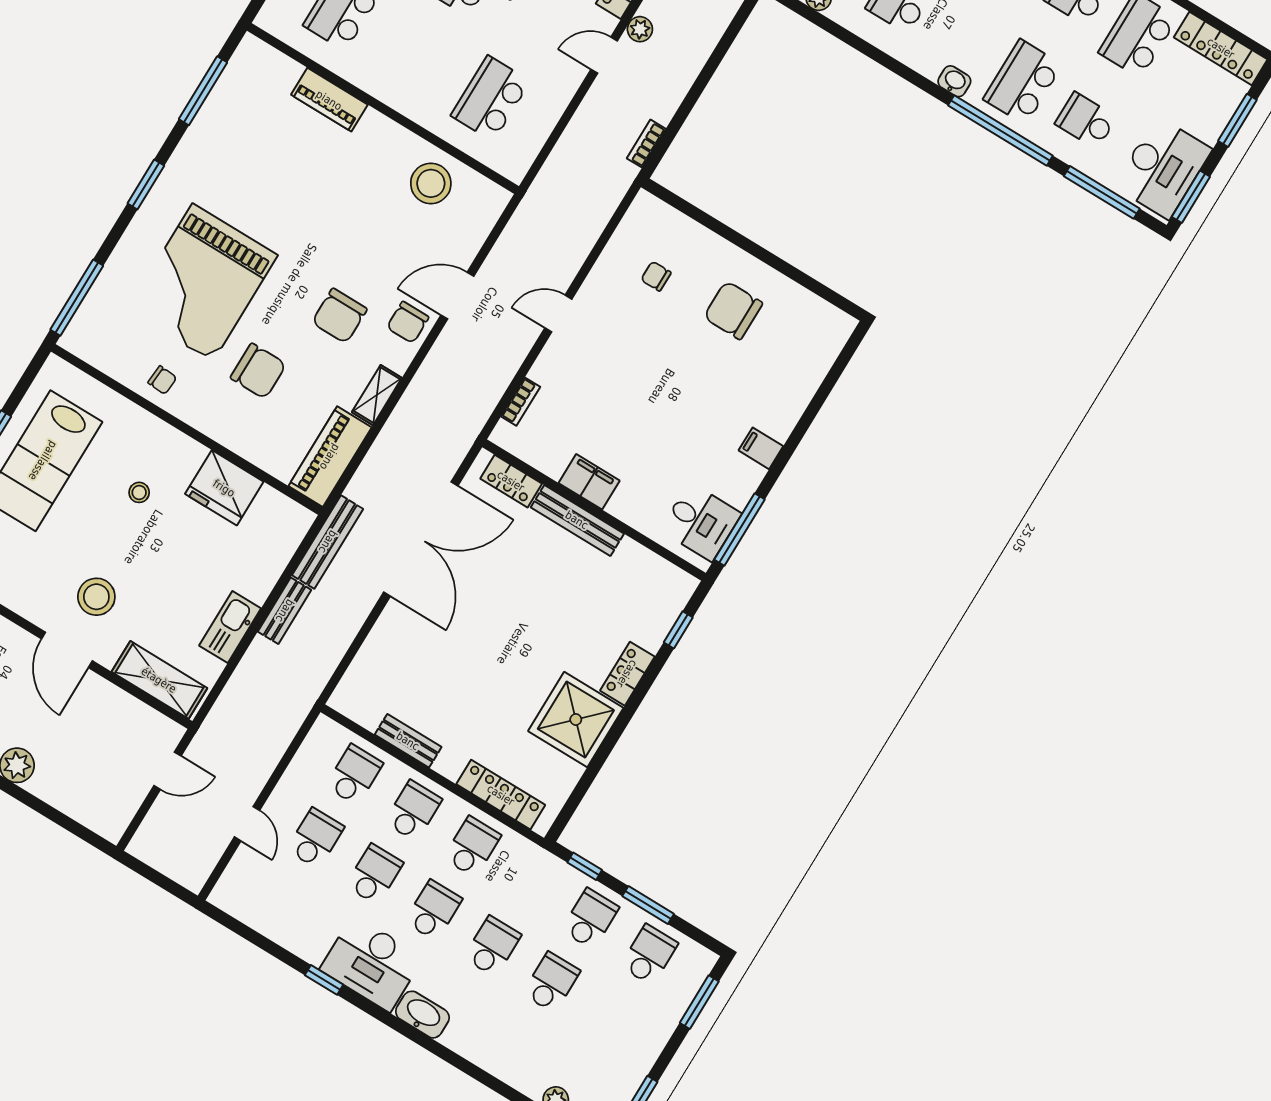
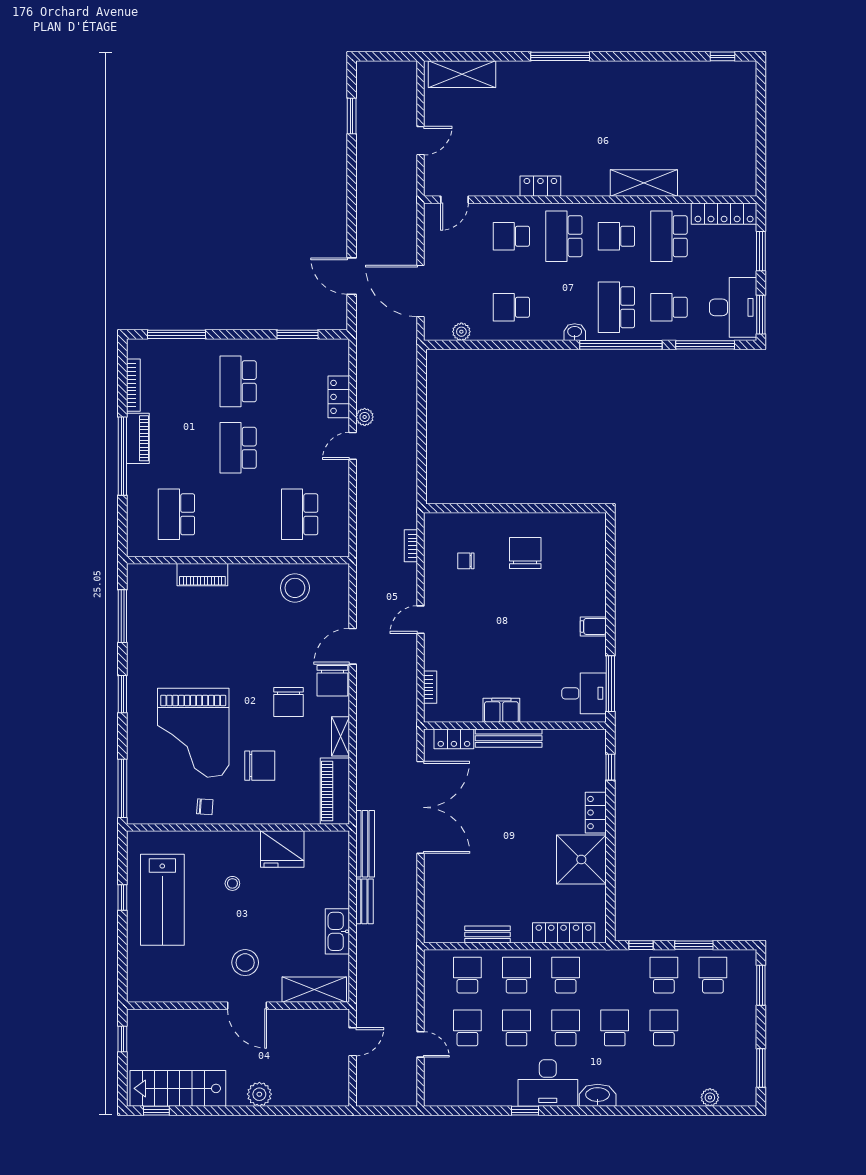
bookcase: (646, 144) -> (411, 546), moved
chair: (733, 310) -> (525, 553), turned 90
chair: (408, 322) -> (332, 681), width x1.37, depth x1.37

